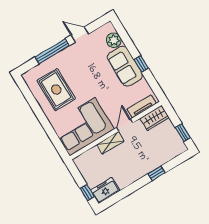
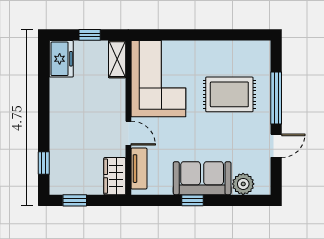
rug: (56, 90) -> (229, 94), moved
shelving: (110, 143) -> (117, 59), moved
window: (157, 173) -> (44, 163), moved
window: (87, 192) -> (90, 35), moved

